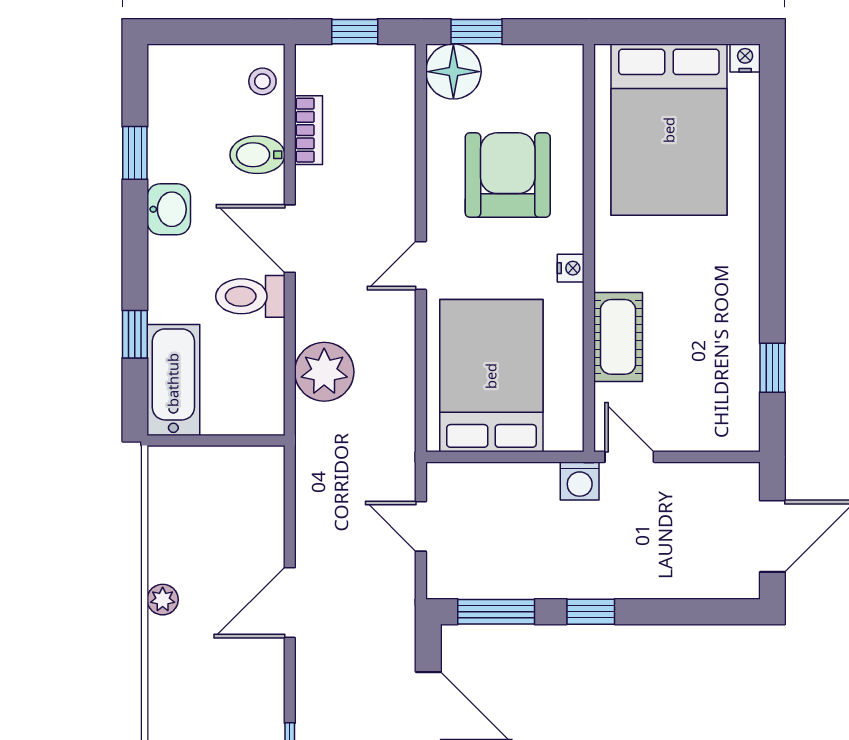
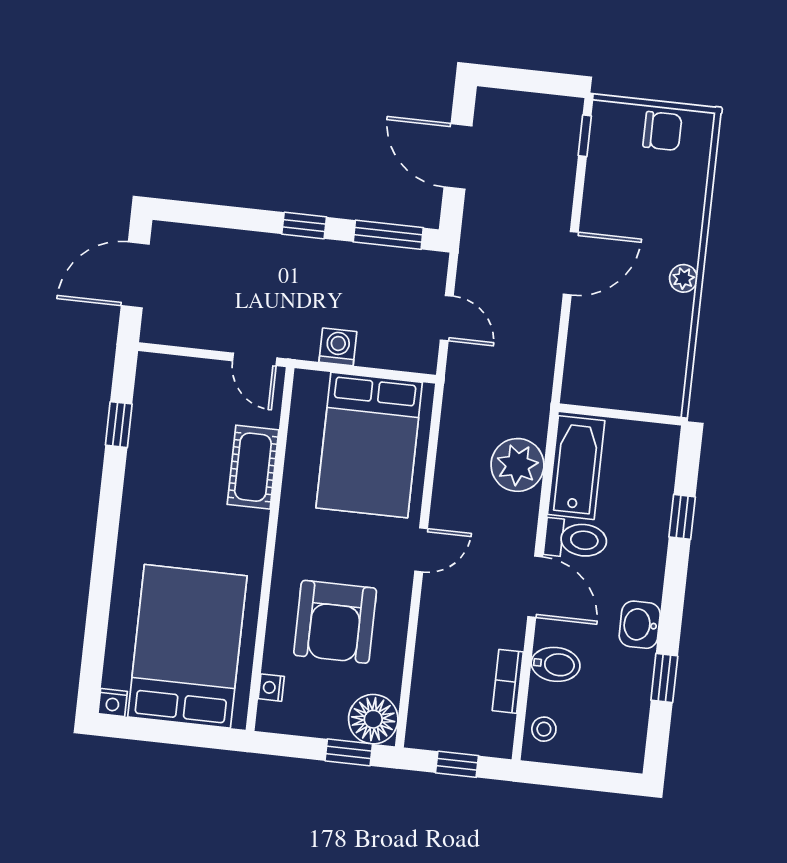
nightstand: (571, 268) -> (271, 688), moved
bathtub: (173, 380) -> (576, 468), moved, turned 180
washing machine: (580, 481) -> (338, 347), moved

